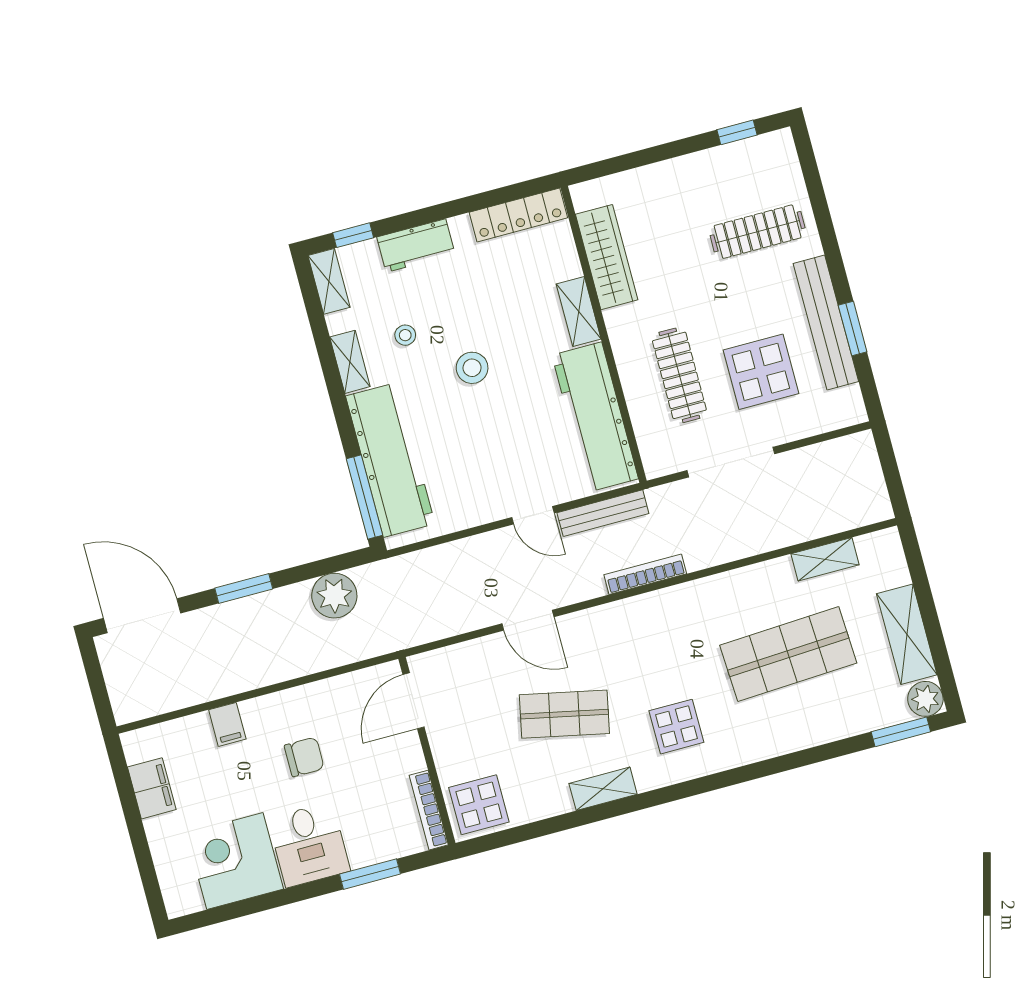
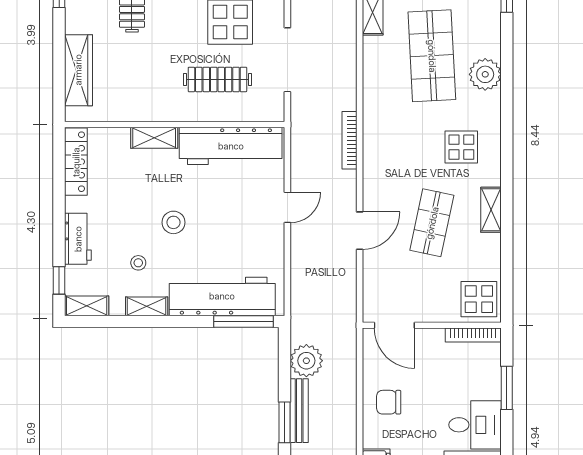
wardrobe: (607, 257) -> (78, 70), moved, turned 90
bench: (603, 513) -> (299, 411), moved
plant: (782, 732) -> (485, 74), added
chair: (304, 757) -> (389, 402), moved, turned -90

